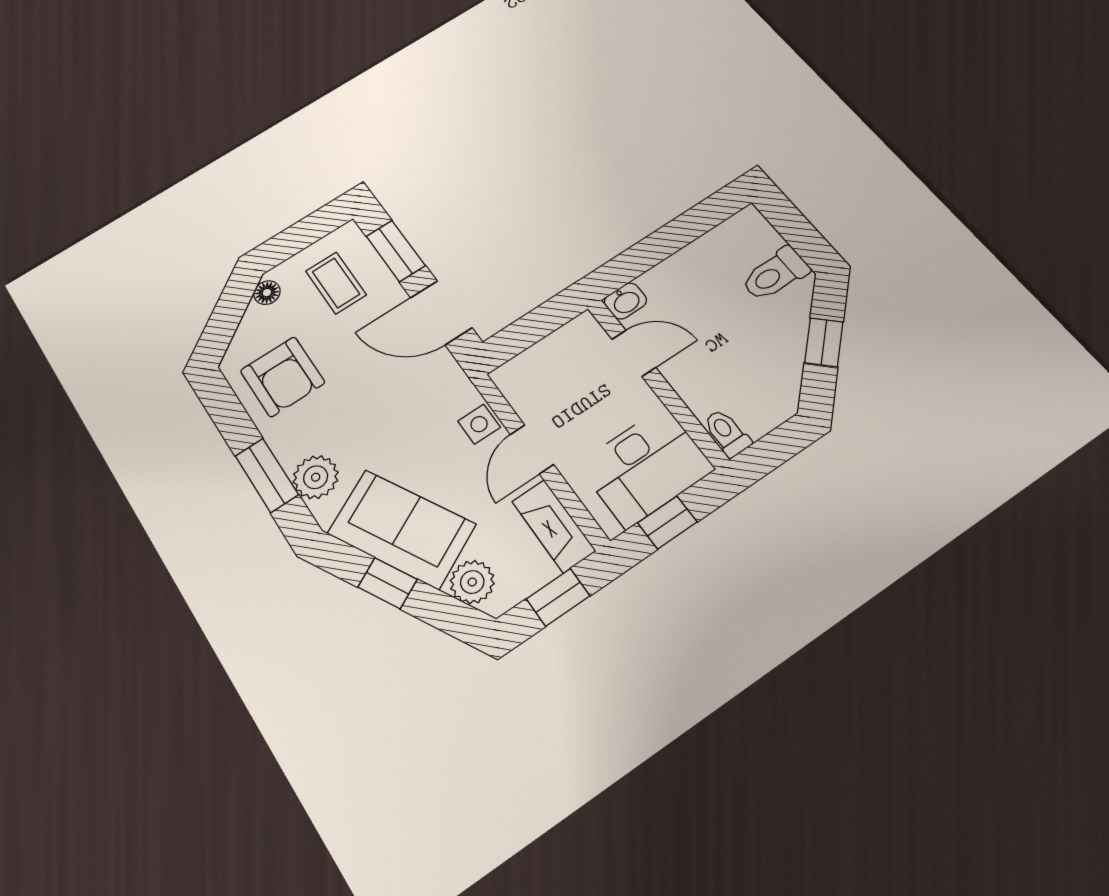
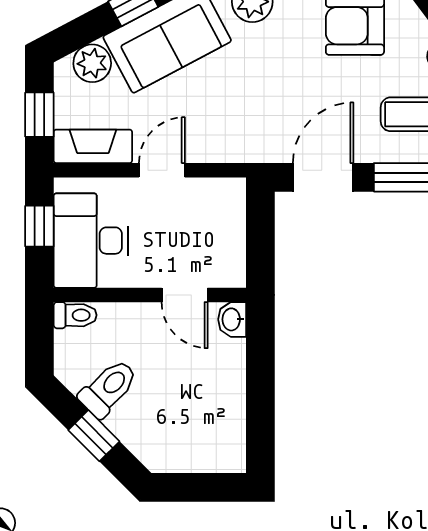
toilet: (775, 274) -> (108, 388), moved, turned 45
door: (634, 353) -> (185, 295), hinge flipped
side table: (479, 424) -> (209, 146), removed
door: (532, 449) -> (162, 170), hinge flipped

